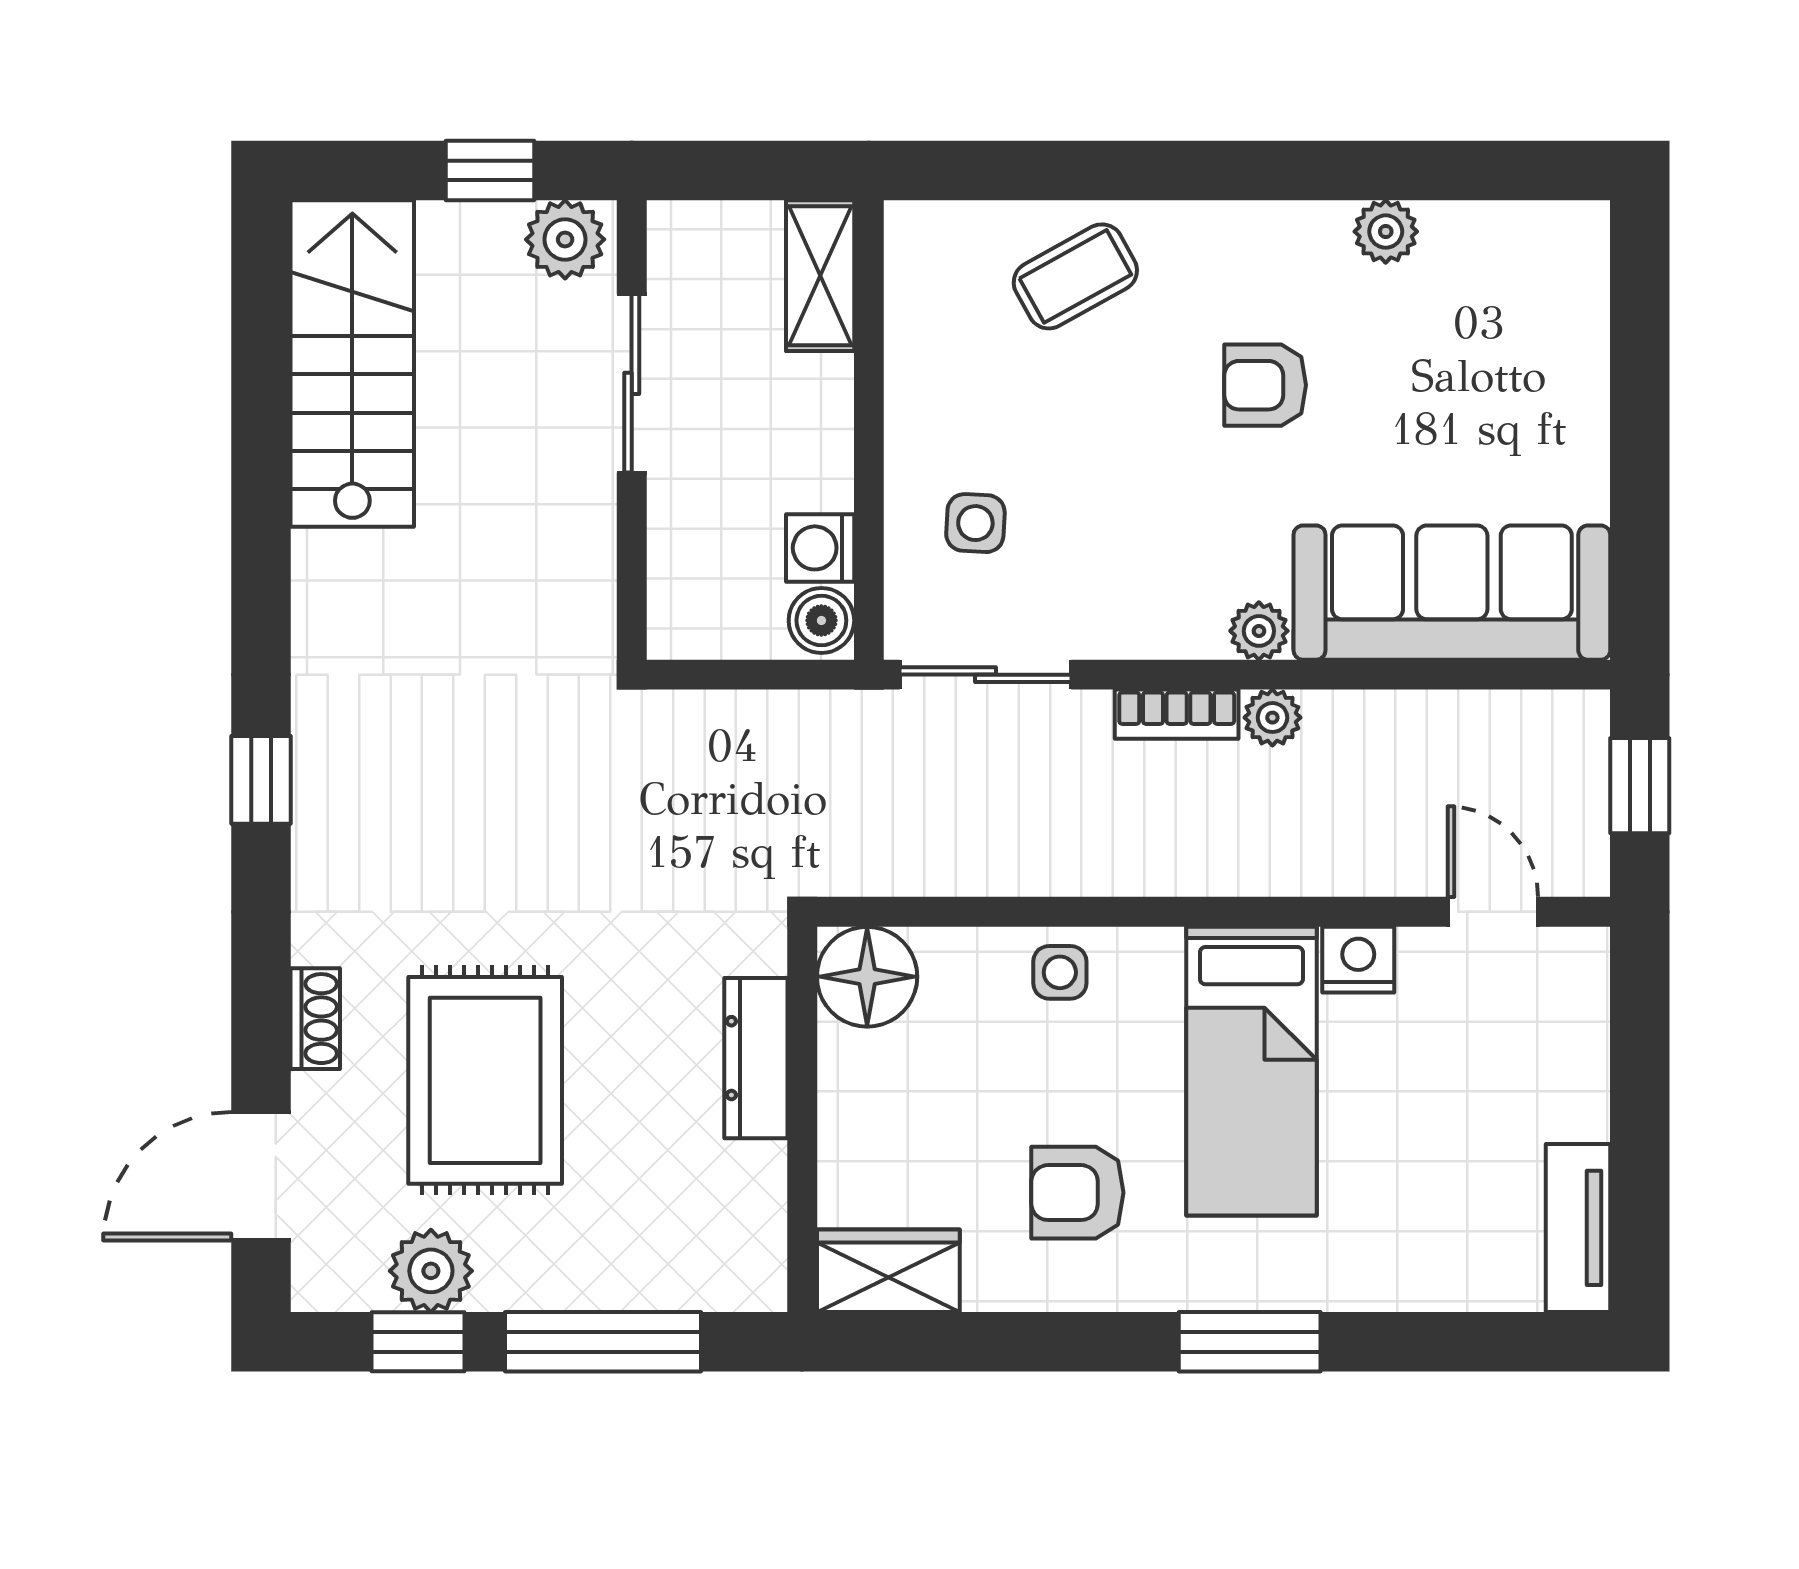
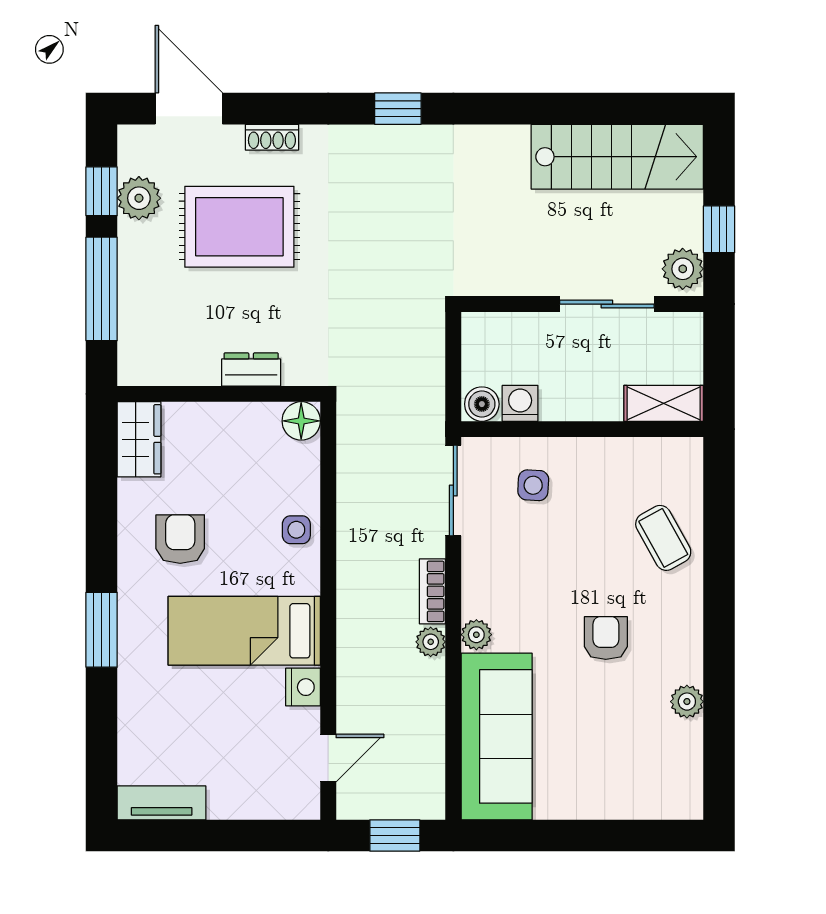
floor lamp: (867, 977) -> (301, 421), width x0.73, depth x0.73
dresser: (756, 1058) -> (251, 370), width x0.70

